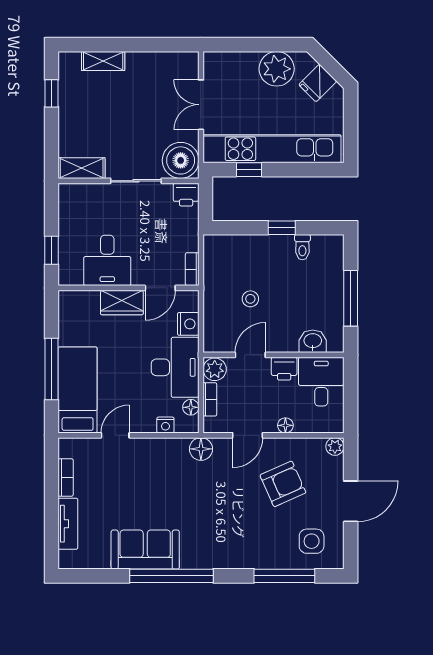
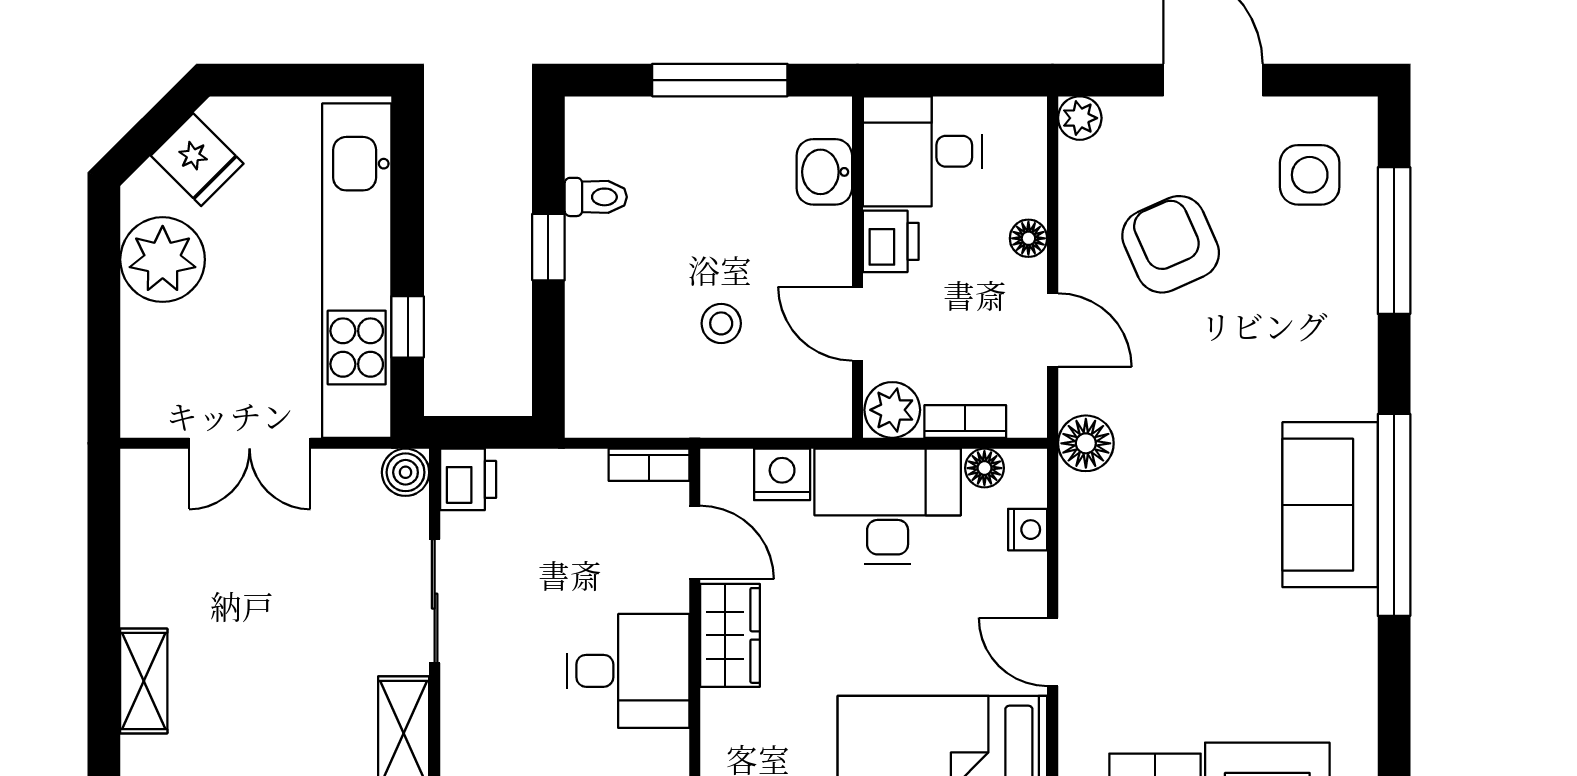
boiler: (181, 160) -> (406, 472), width x0.54, depth x0.54
sofa: (145, 550) -> (1330, 505), moved

